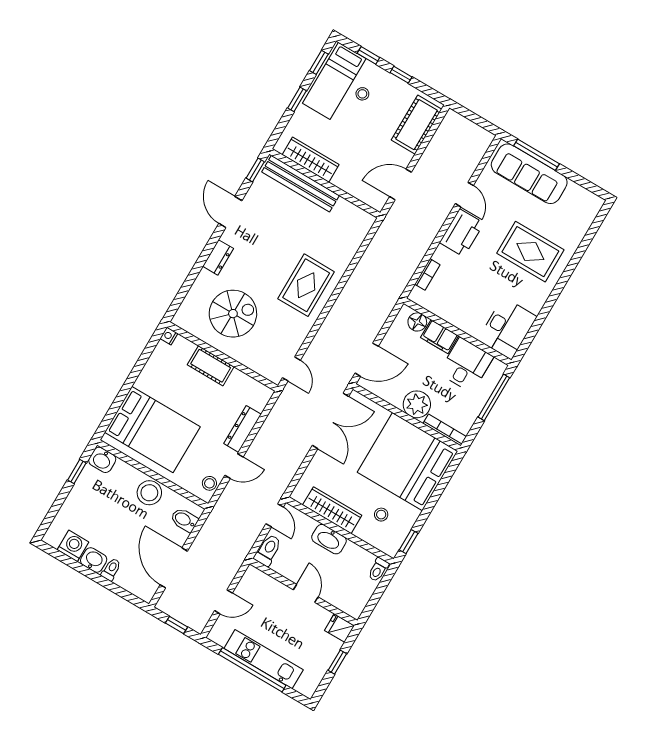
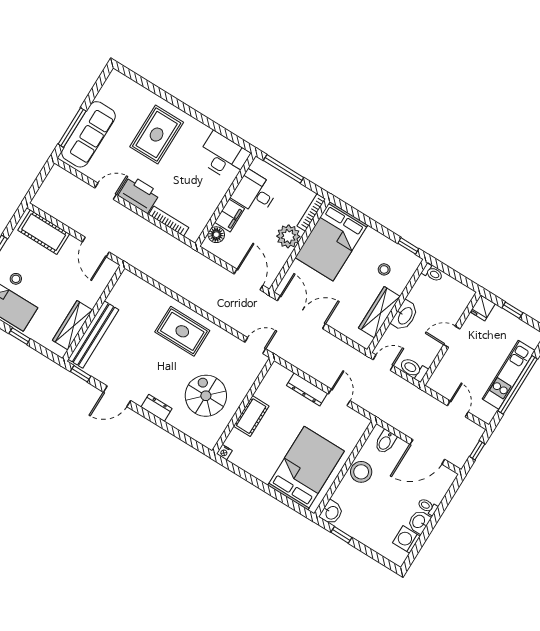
bookcase: (427, 274) -> (169, 221), width x1.56
bed: (408, 462) -> (331, 241), width x0.73
stool: (209, 483) -> (354, 419), removed

